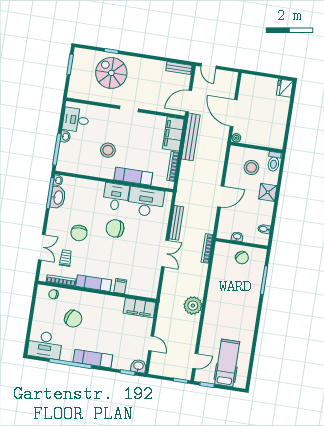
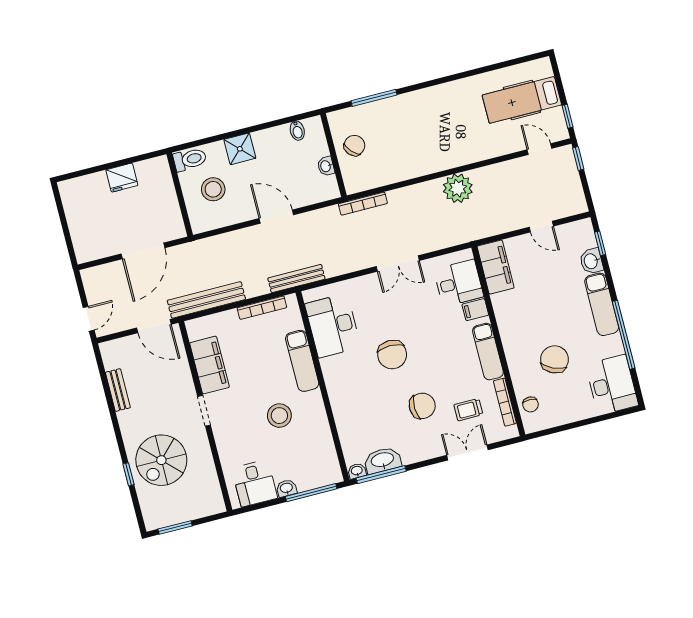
bench: (179, 68) -> (118, 390), moved
fridge: (285, 88) -> (122, 178), moved
filing cabinet: (173, 134) -> (209, 365), moved, turned -90
plant: (236, 138) -> (178, 231), removed
desk: (116, 197) -> (459, 283), moved, turned 180
bench: (176, 223) -> (296, 279), moved
double door: (165, 254) -> (398, 263), swing flipped
door: (151, 343) -> (541, 227), swing flipped
washbasin: (138, 366) -> (591, 261), moved

